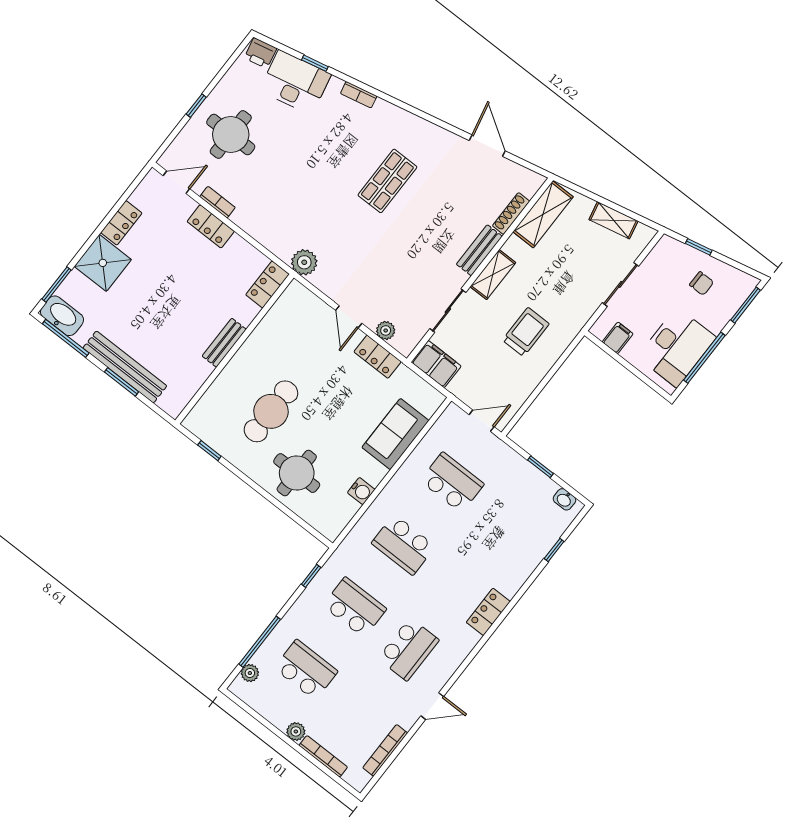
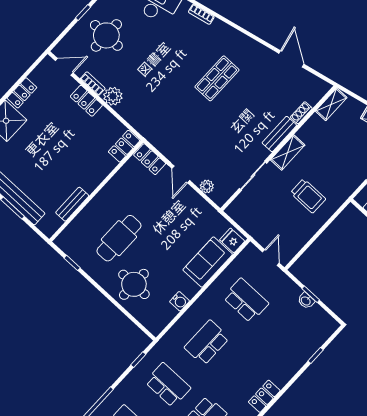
shoe rack: (511, 213) -> (301, 113), width x0.70
shelving: (543, 214) -> (331, 104), width x0.67, depth x0.75
plant: (304, 262) -> (113, 96), moved
trolley: (526, 332) -> (308, 196), turned 90
bench: (224, 343) -> (72, 204), moved
locker: (378, 357) -> (150, 159), moved
filing cabinet: (436, 364) -> (241, 214), removed
fridge: (427, 402) -> (232, 241), added
door: (482, 421) -> (271, 257), hinge flipped
washbasin: (564, 499) -> (306, 301), moved
school desk: (403, 545) -> (207, 343), turned 90

